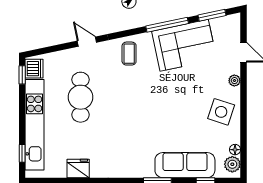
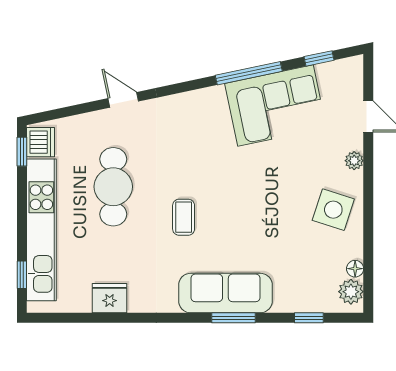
window: (212, 15) -> (319, 58), width x0.67
coffee table: (129, 54) -> (184, 217), moved
sofa: (185, 165) -> (225, 293), moved

